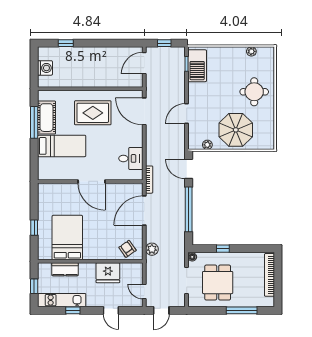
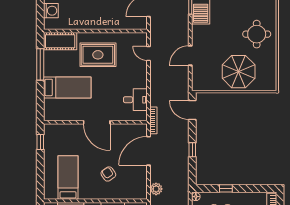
door: (144, 111) -> (149, 53), width x0.53
cot: (47, 118) -> (60, 41), moved, turned 90
plant: (207, 145) -> (211, 86), removed
window: (189, 209) -> (192, 150), width x0.32
window: (34, 228) -> (40, 142), moved
bed: (67, 238) -> (68, 178), width x0.67
armchair: (127, 249) -> (108, 174), moved

